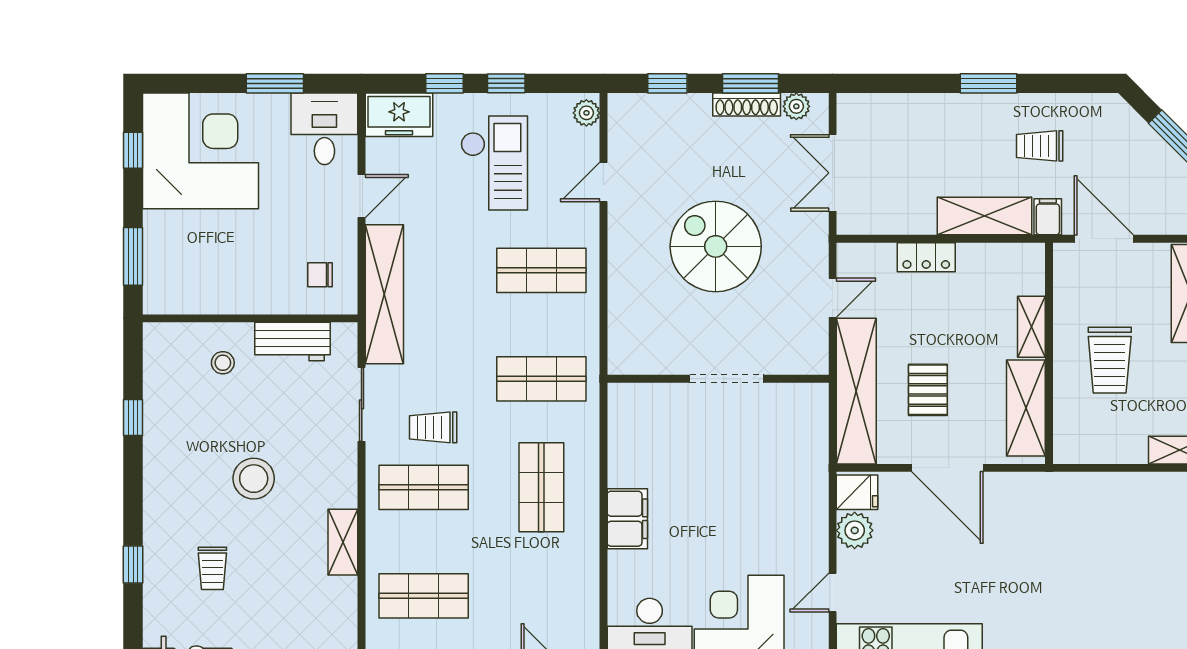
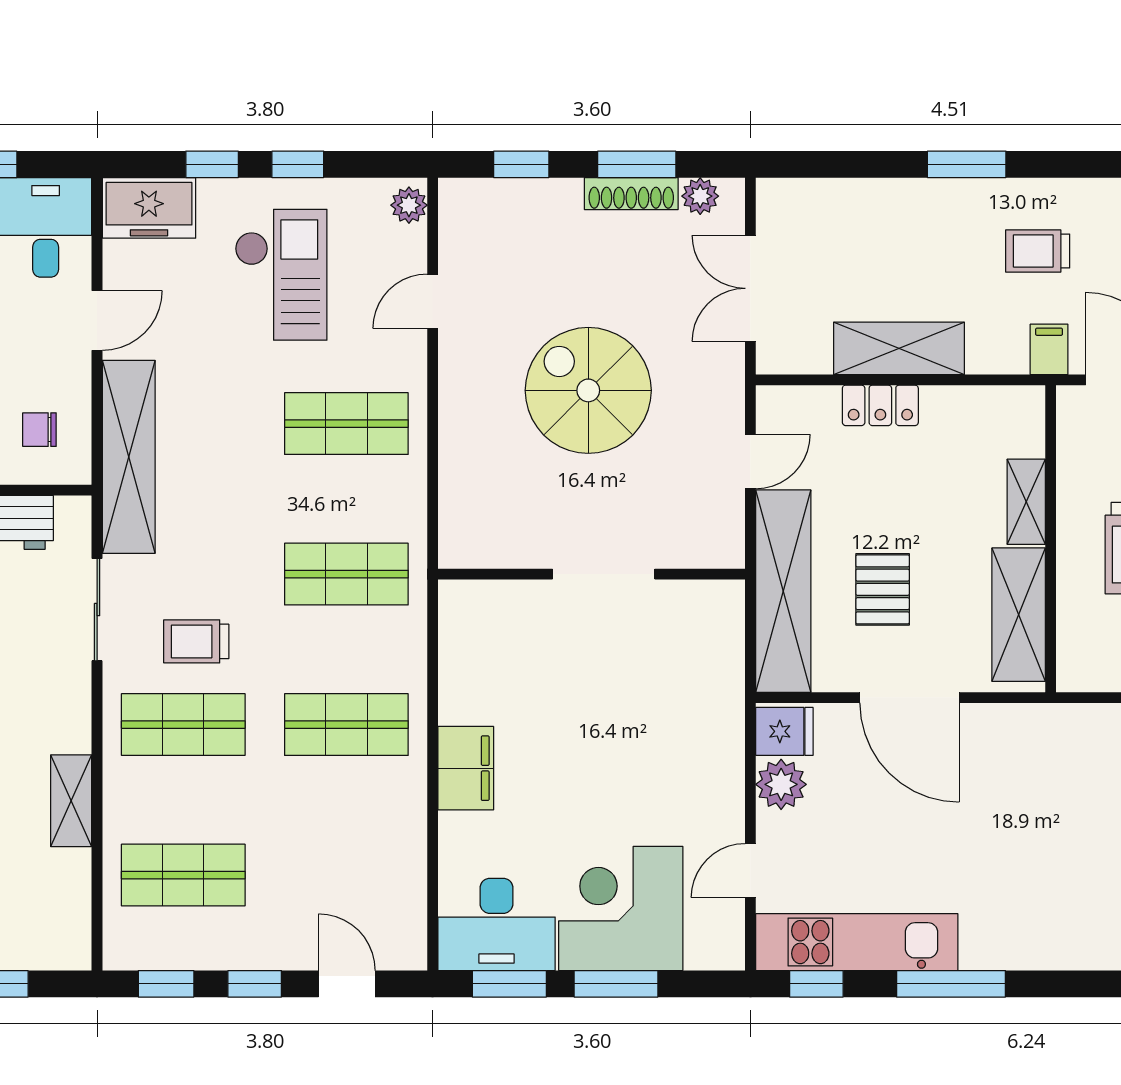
shelving: (984, 216) -> (899, 348), moved
shop shelf: (541, 487) -> (346, 725), turned 90

